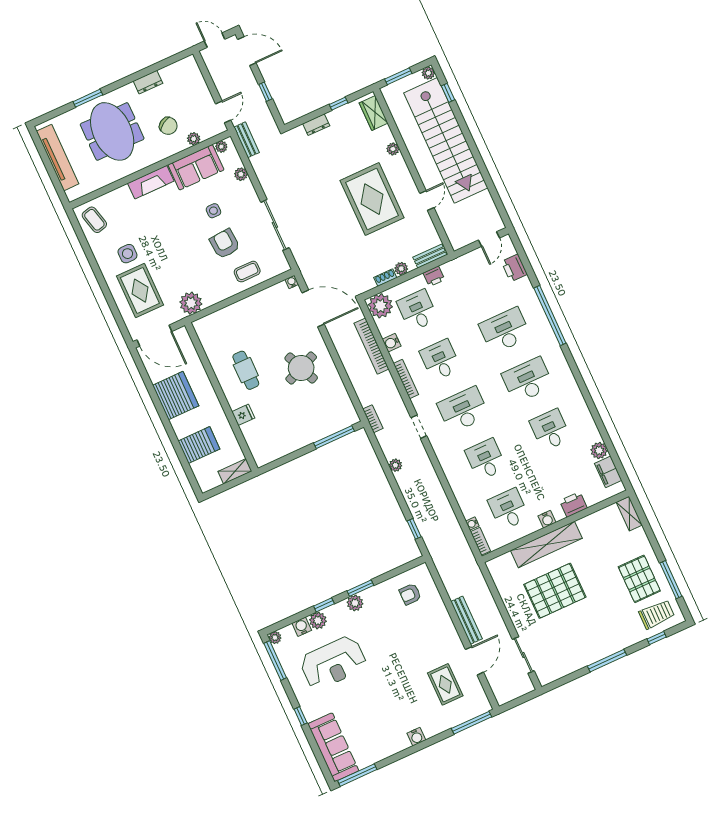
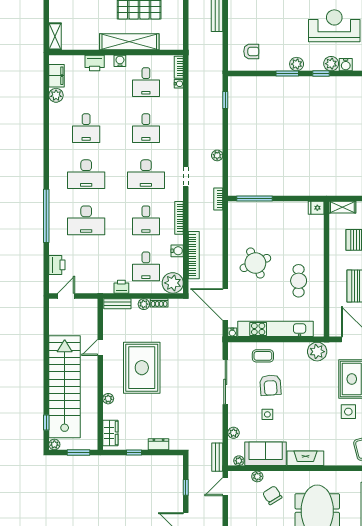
kitchen unit: (247, 307) -> (275, 329), added
fridge: (243, 415) -> (316, 208), moved

